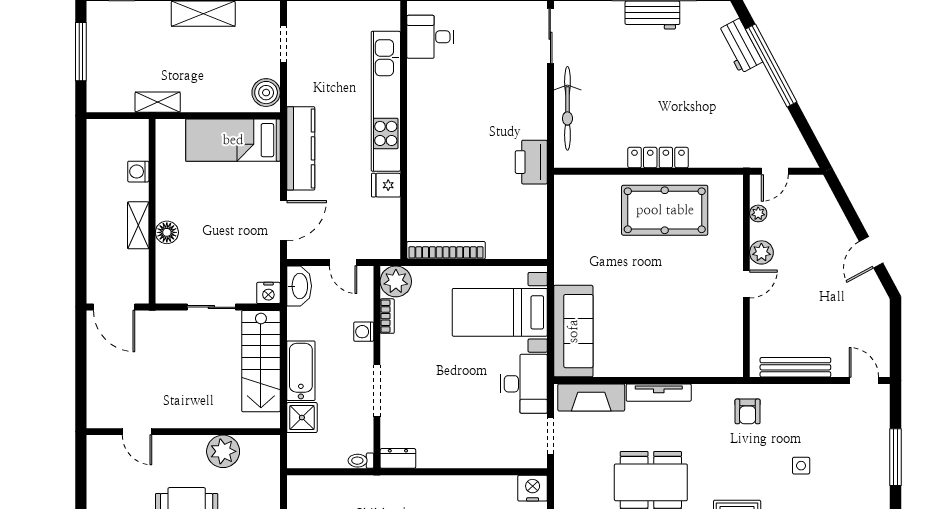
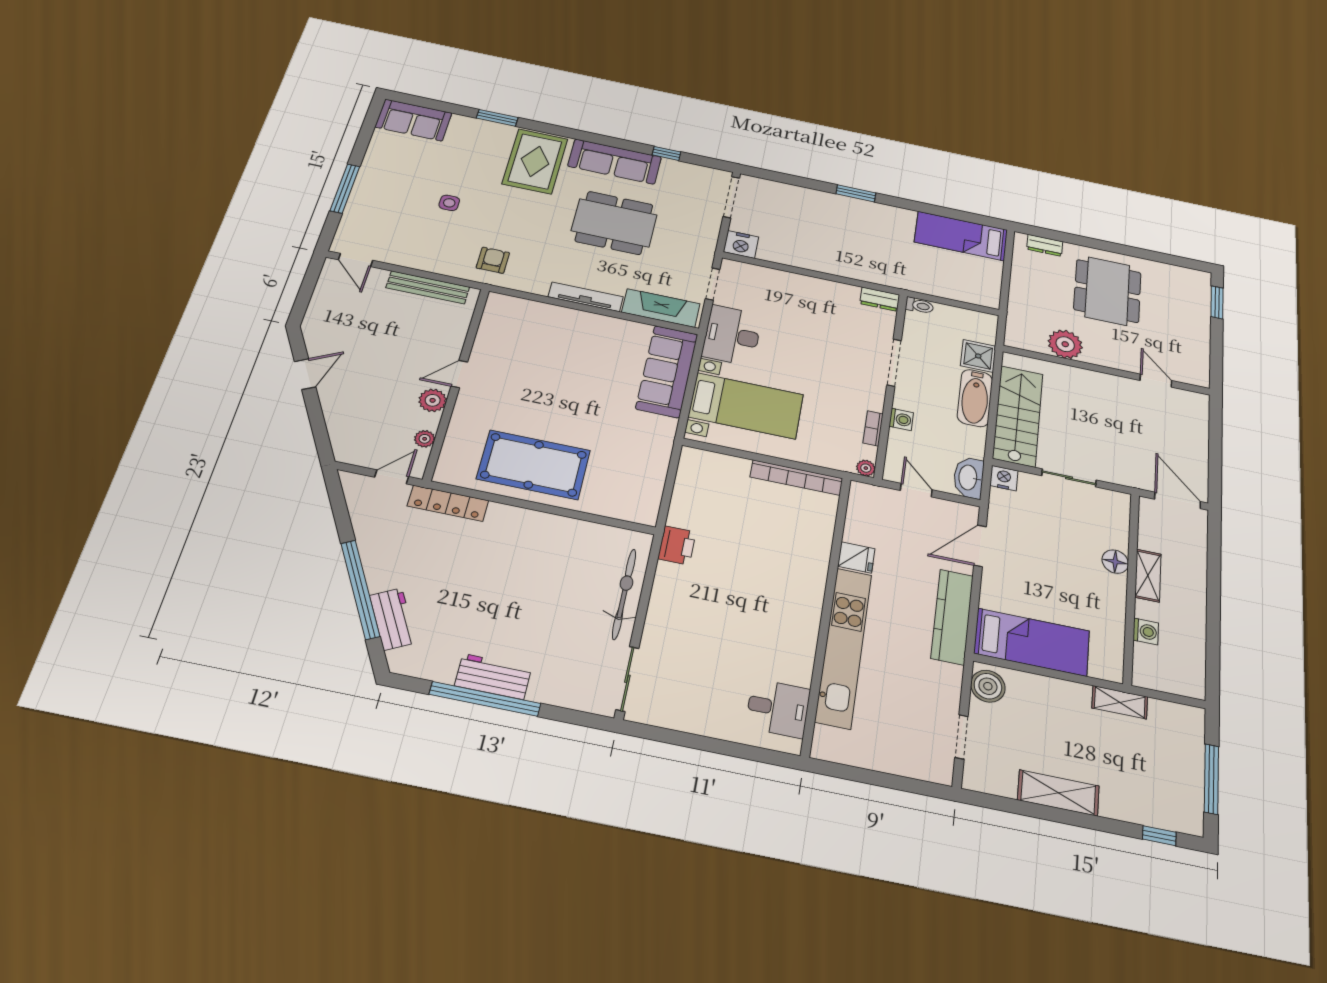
locker: (658, 158) -> (448, 503), moved
printer: (531, 162) -> (677, 545), width x0.73, depth x0.84
plant: (396, 281) -> (866, 468), width x0.53, depth x0.53

